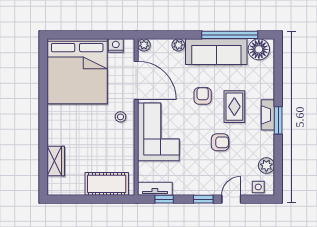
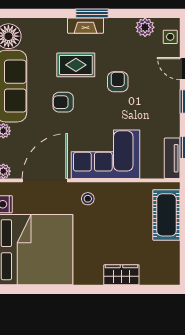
wardrobe: (56, 161) -> (121, 275), moved

